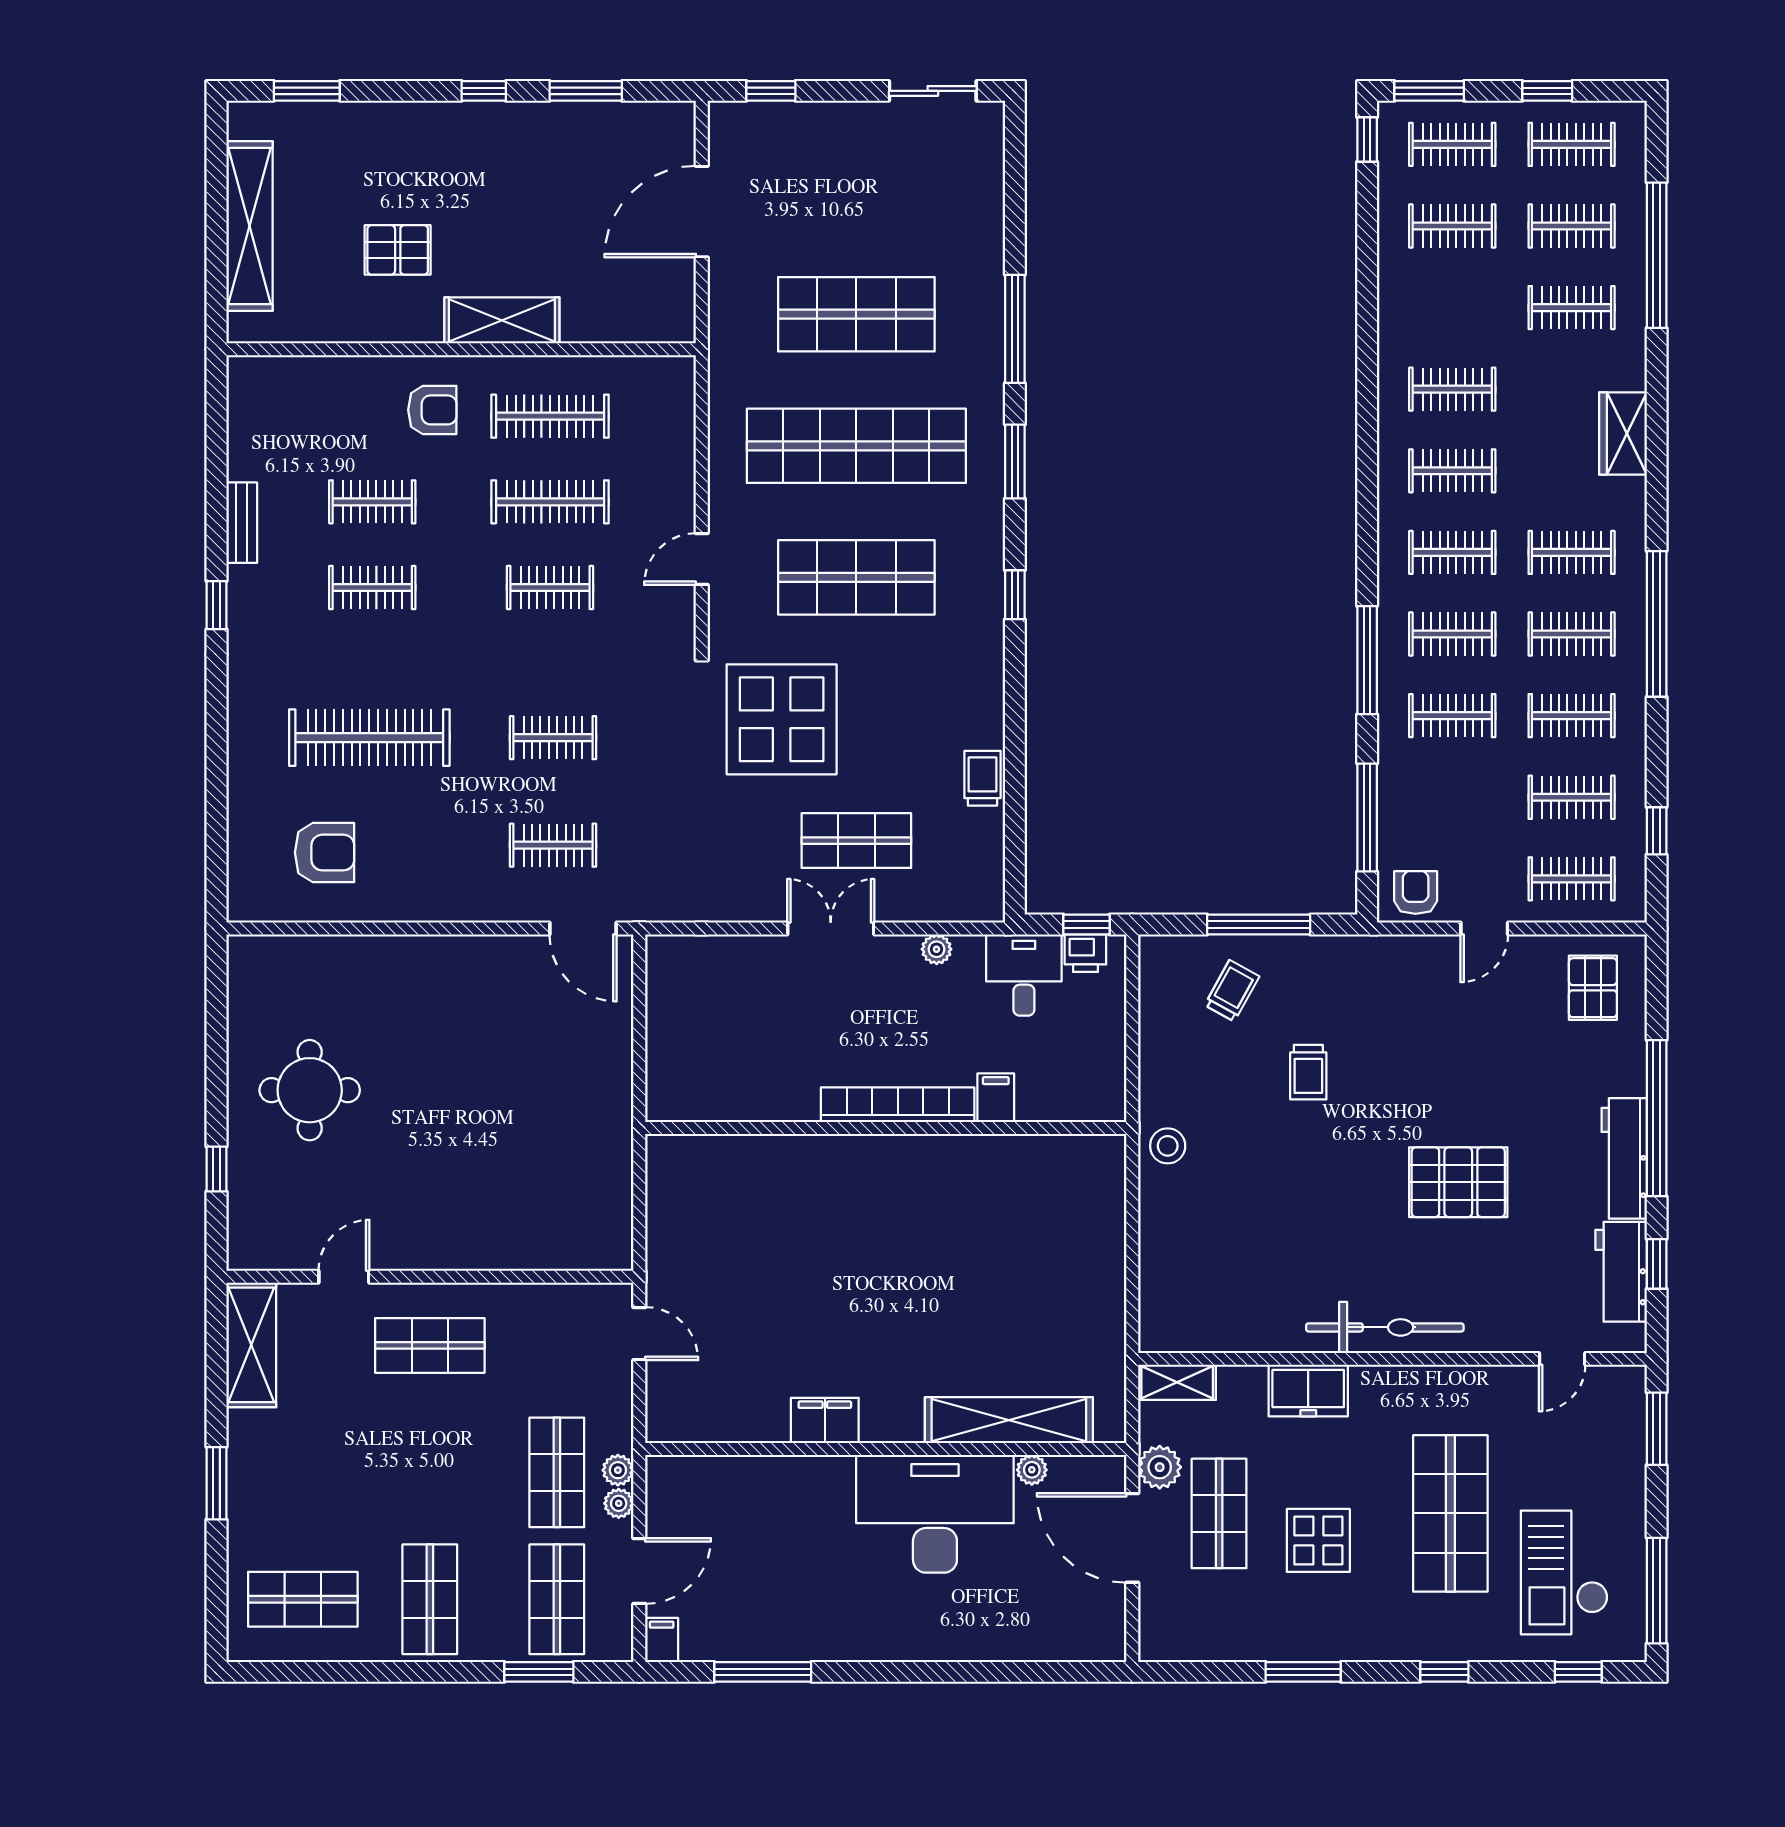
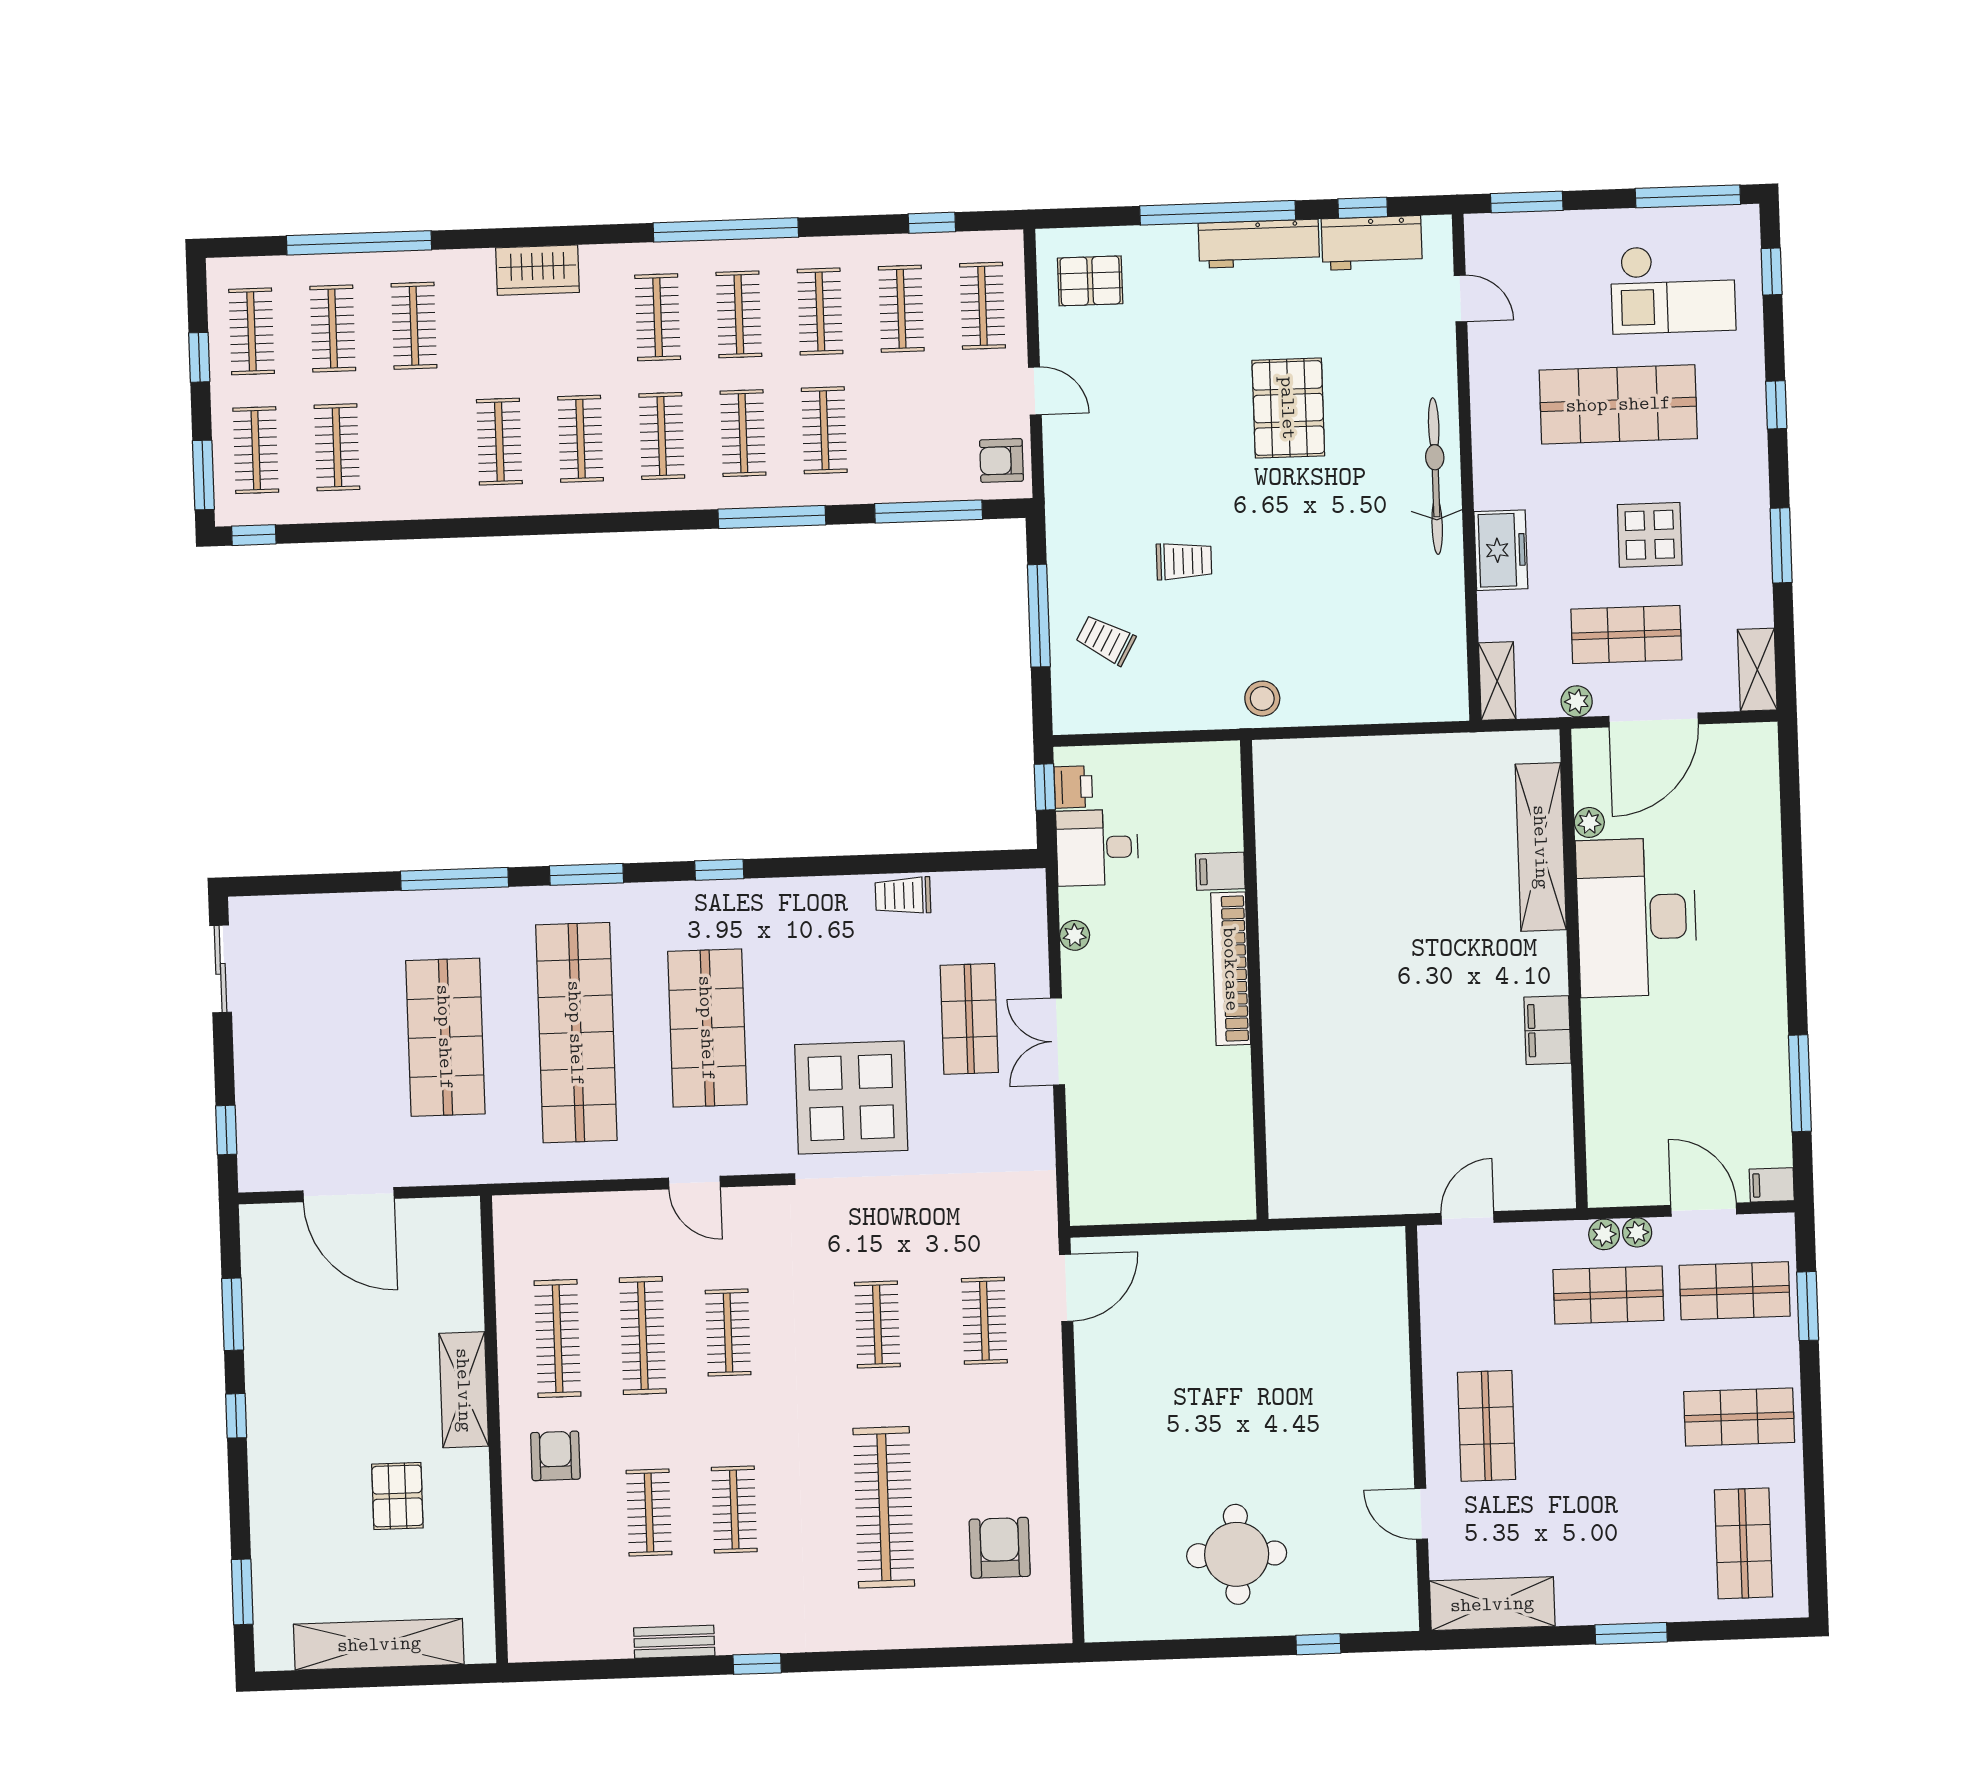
plant: (1160, 1467) -> (1577, 701), width x0.73, depth x0.73
shelving: (1179, 1644) -> (1757, 670), added

